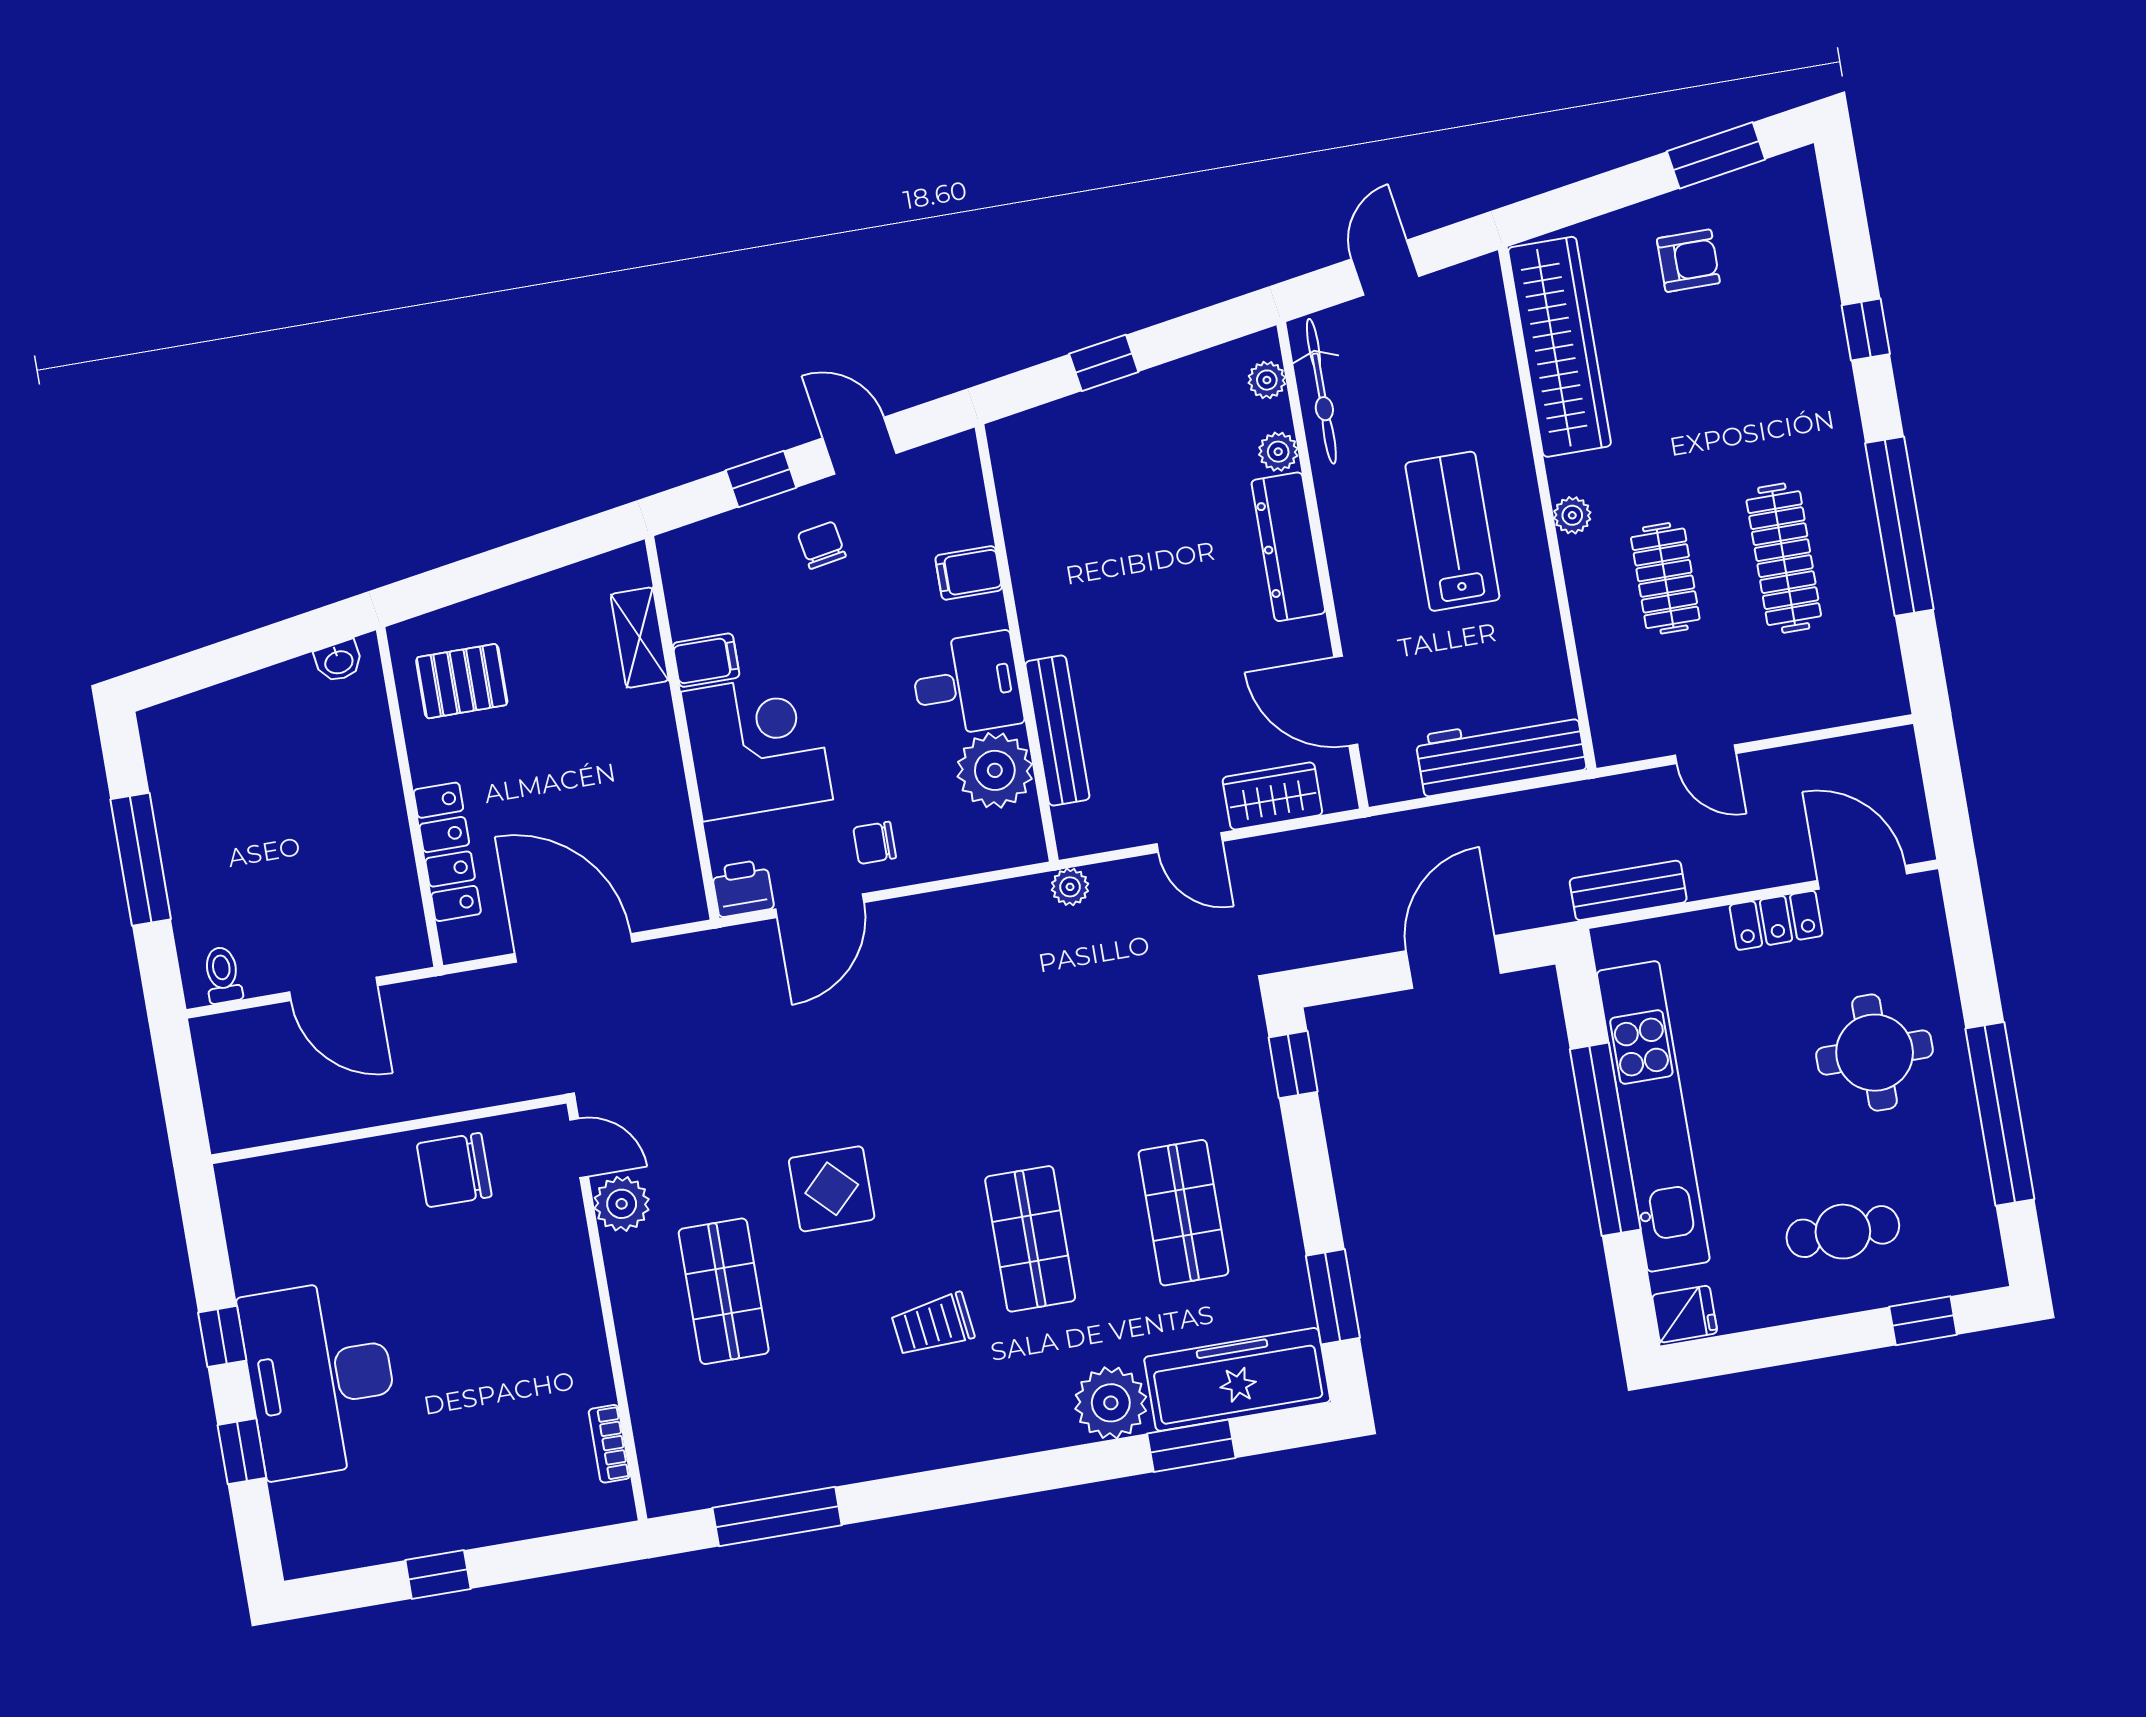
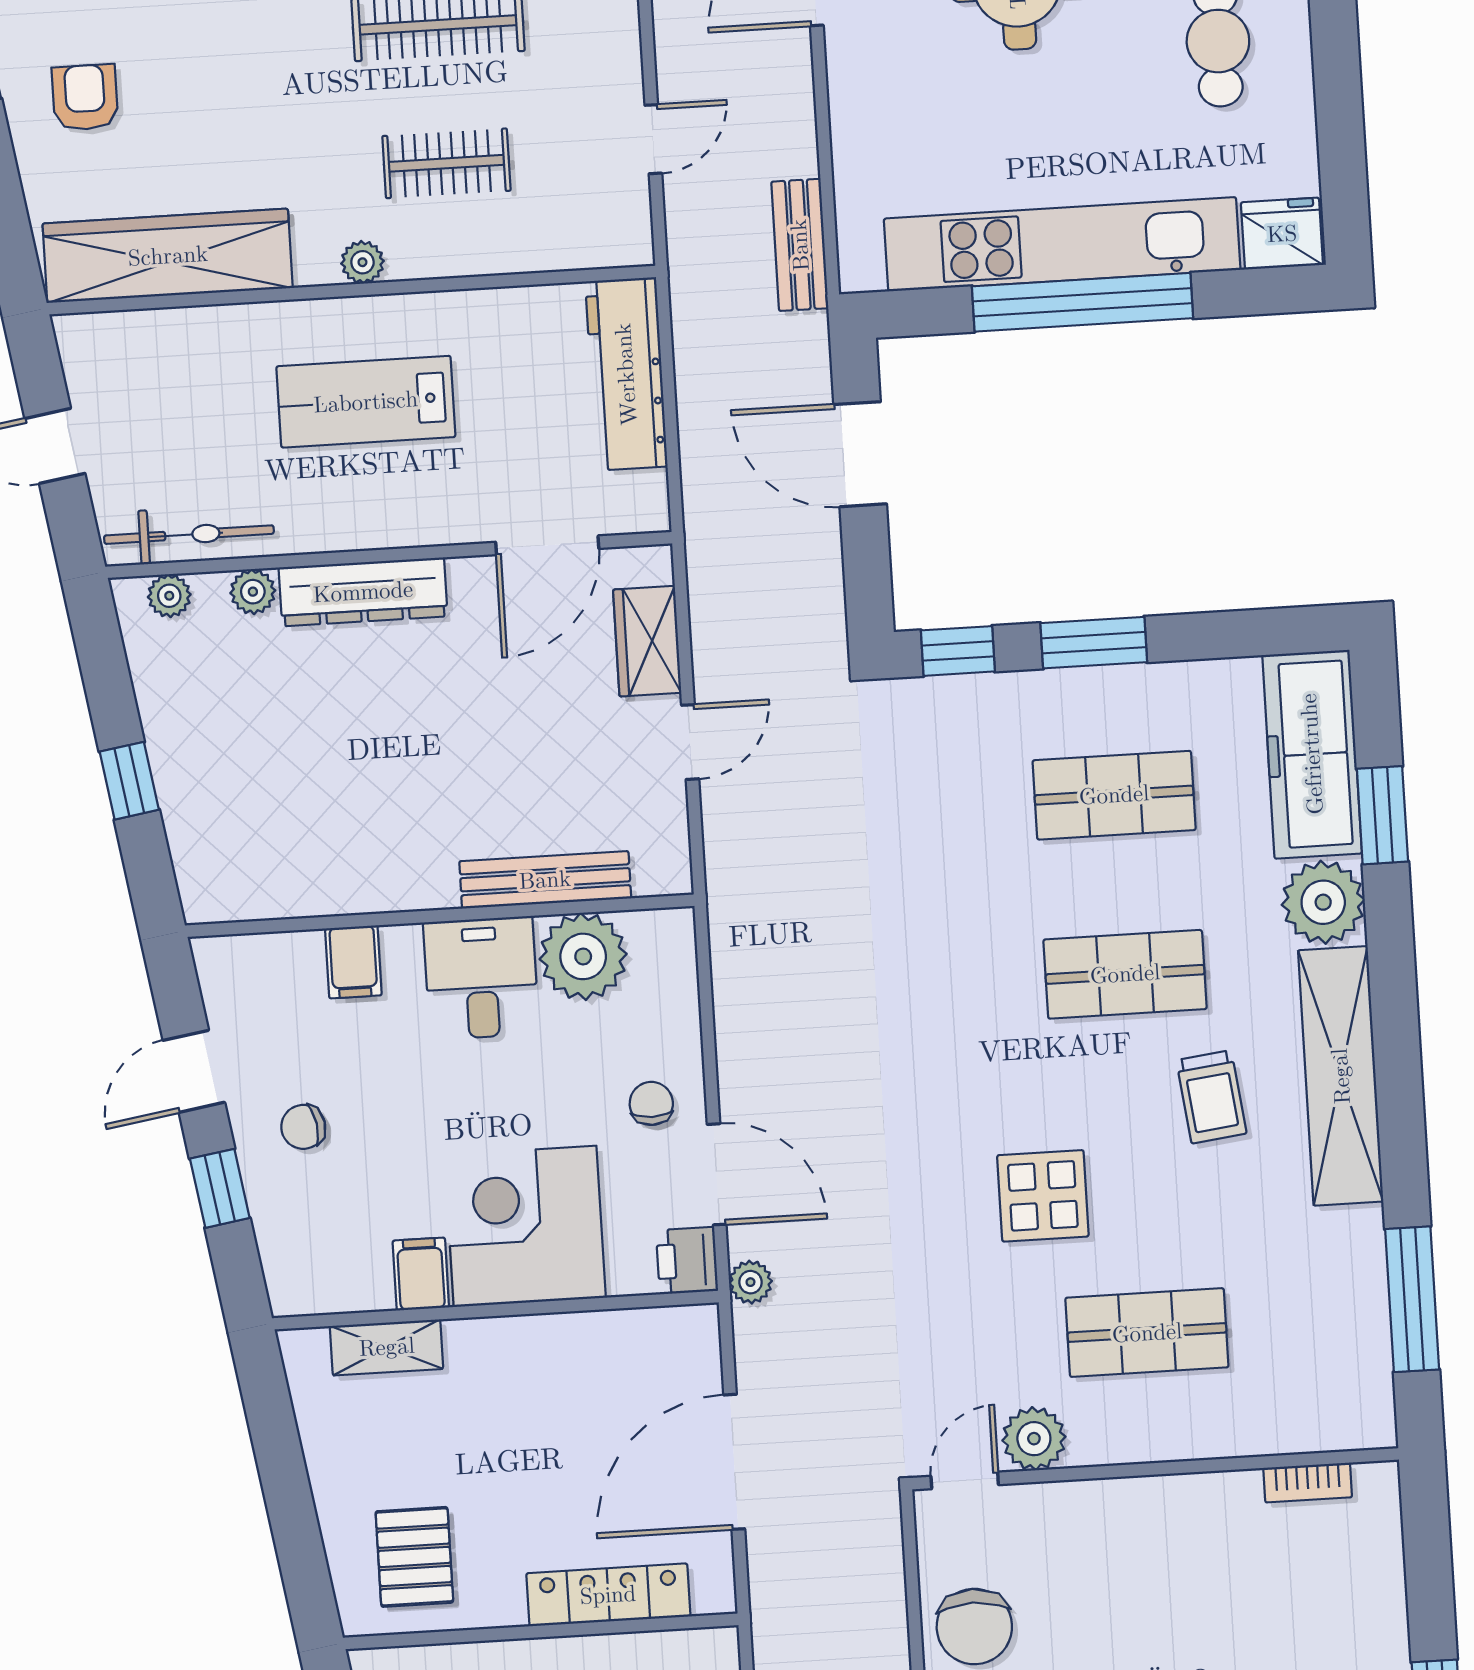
chair: (875, 843) -> (651, 1103), turned 180
plant: (1070, 887) -> (750, 1282), moved
locker: (1776, 920) -> (853, 79), removed
window: (1333, 1297) -> (1094, 643), moved
fridge: (1685, 1314) -> (1282, 234), width x1.38
shelving: (963, 1434) -> (1341, 1076), added

